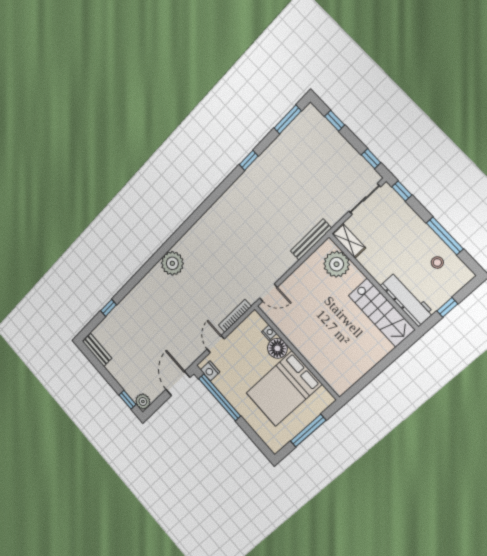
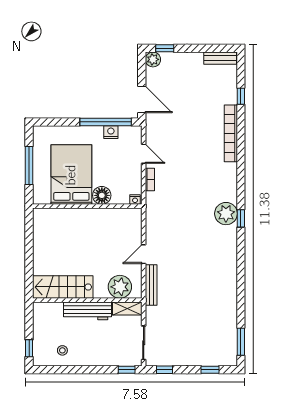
window: (249, 160) -> (241, 218), moved
window: (445, 236) -> (75, 370), removed
plant: (172, 263) -> (226, 214), moved
bookcase: (140, 289) -> (231, 133), added
door: (268, 293) -> (144, 254), moved
workbench: (407, 299) -> (87, 311), moved
window: (447, 307) -> (29, 348), moved
bookcase: (235, 316) -> (150, 179), width x0.64
nightstand: (269, 333) -> (135, 200), moved
nightstand: (210, 371) -> (111, 132), moved

